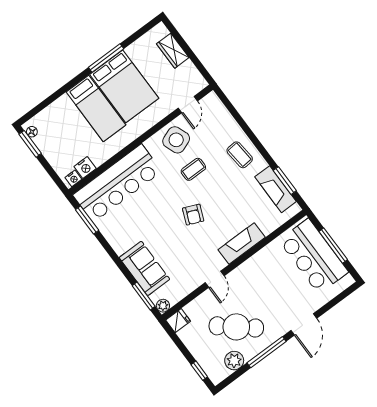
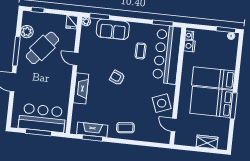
coffee table: (193, 169) -> (141, 51), moved

